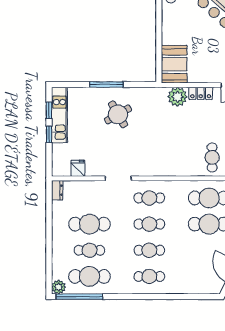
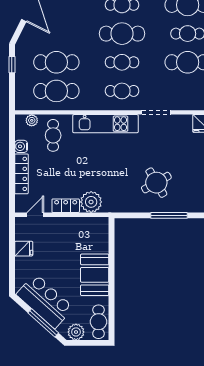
booth: (174, 64) -> (95, 275), moved
kitchen unit: (164, 168) -> (105, 124), added
cafe table: (149, 250) -> (122, 34), width x1.37, depth x1.35

